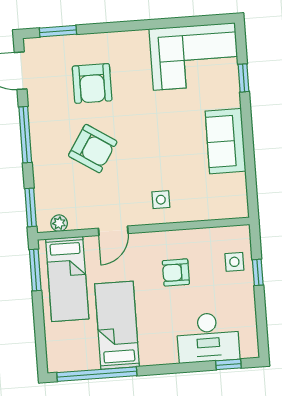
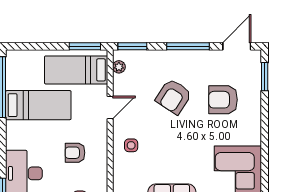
door: (113, 231) -> (110, 108), swing flipped
armchair: (176, 272) -> (75, 153), turned -90

